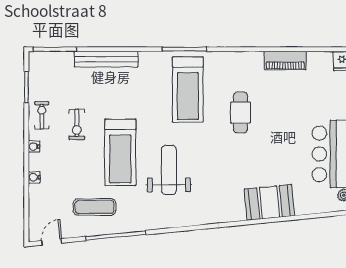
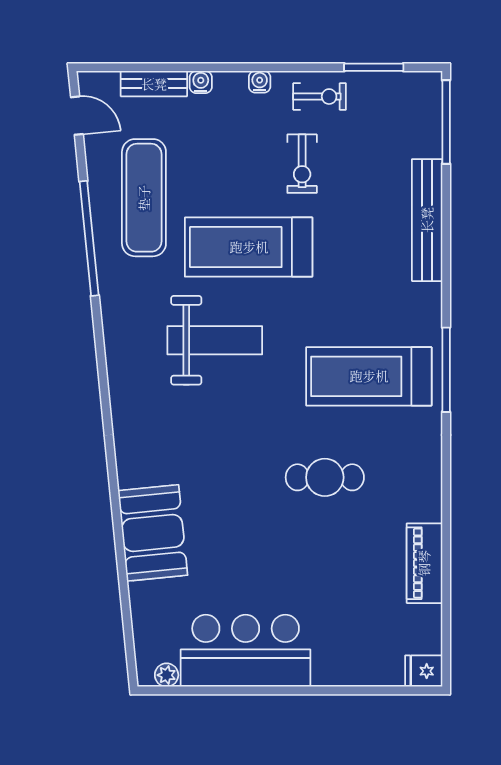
exercise bike: (77, 124) -> (302, 164), turned -90
bench: (35, 202) -> (154, 84), added
exercise mat: (95, 207) -> (144, 198), width x1.36, depth x1.45

